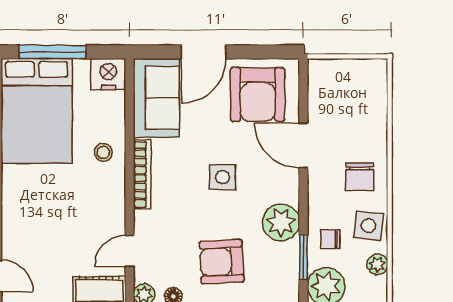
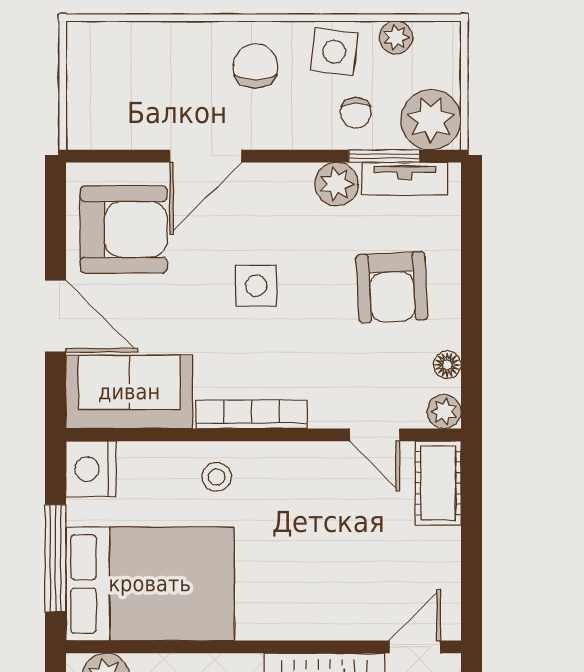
chair: (360, 177) -> (256, 66), turned -90
plant: (281, 222) -> (337, 184), width x0.73, depth x0.73
tv unit: (289, 270) -> (405, 179), added

